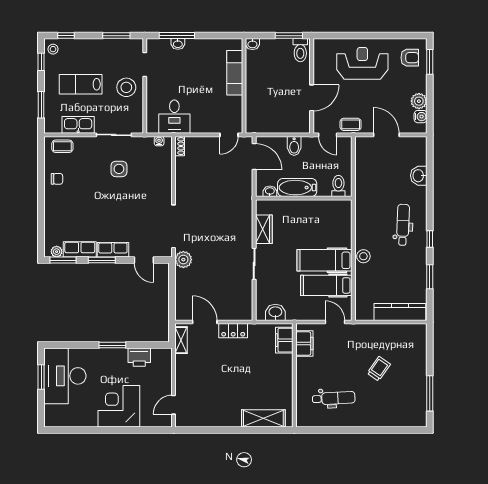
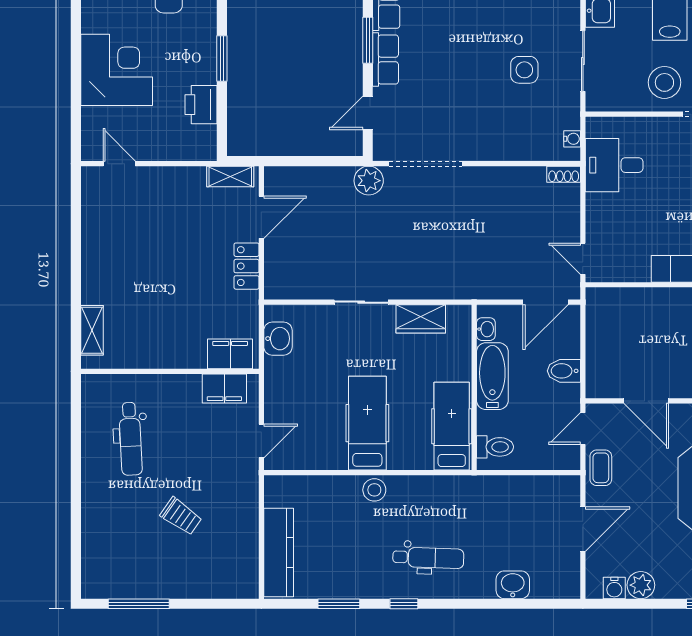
hospital bed: (326, 285) -> (452, 426), moved
shelving: (263, 418) -> (92, 330), width x0.67, depth x0.75

